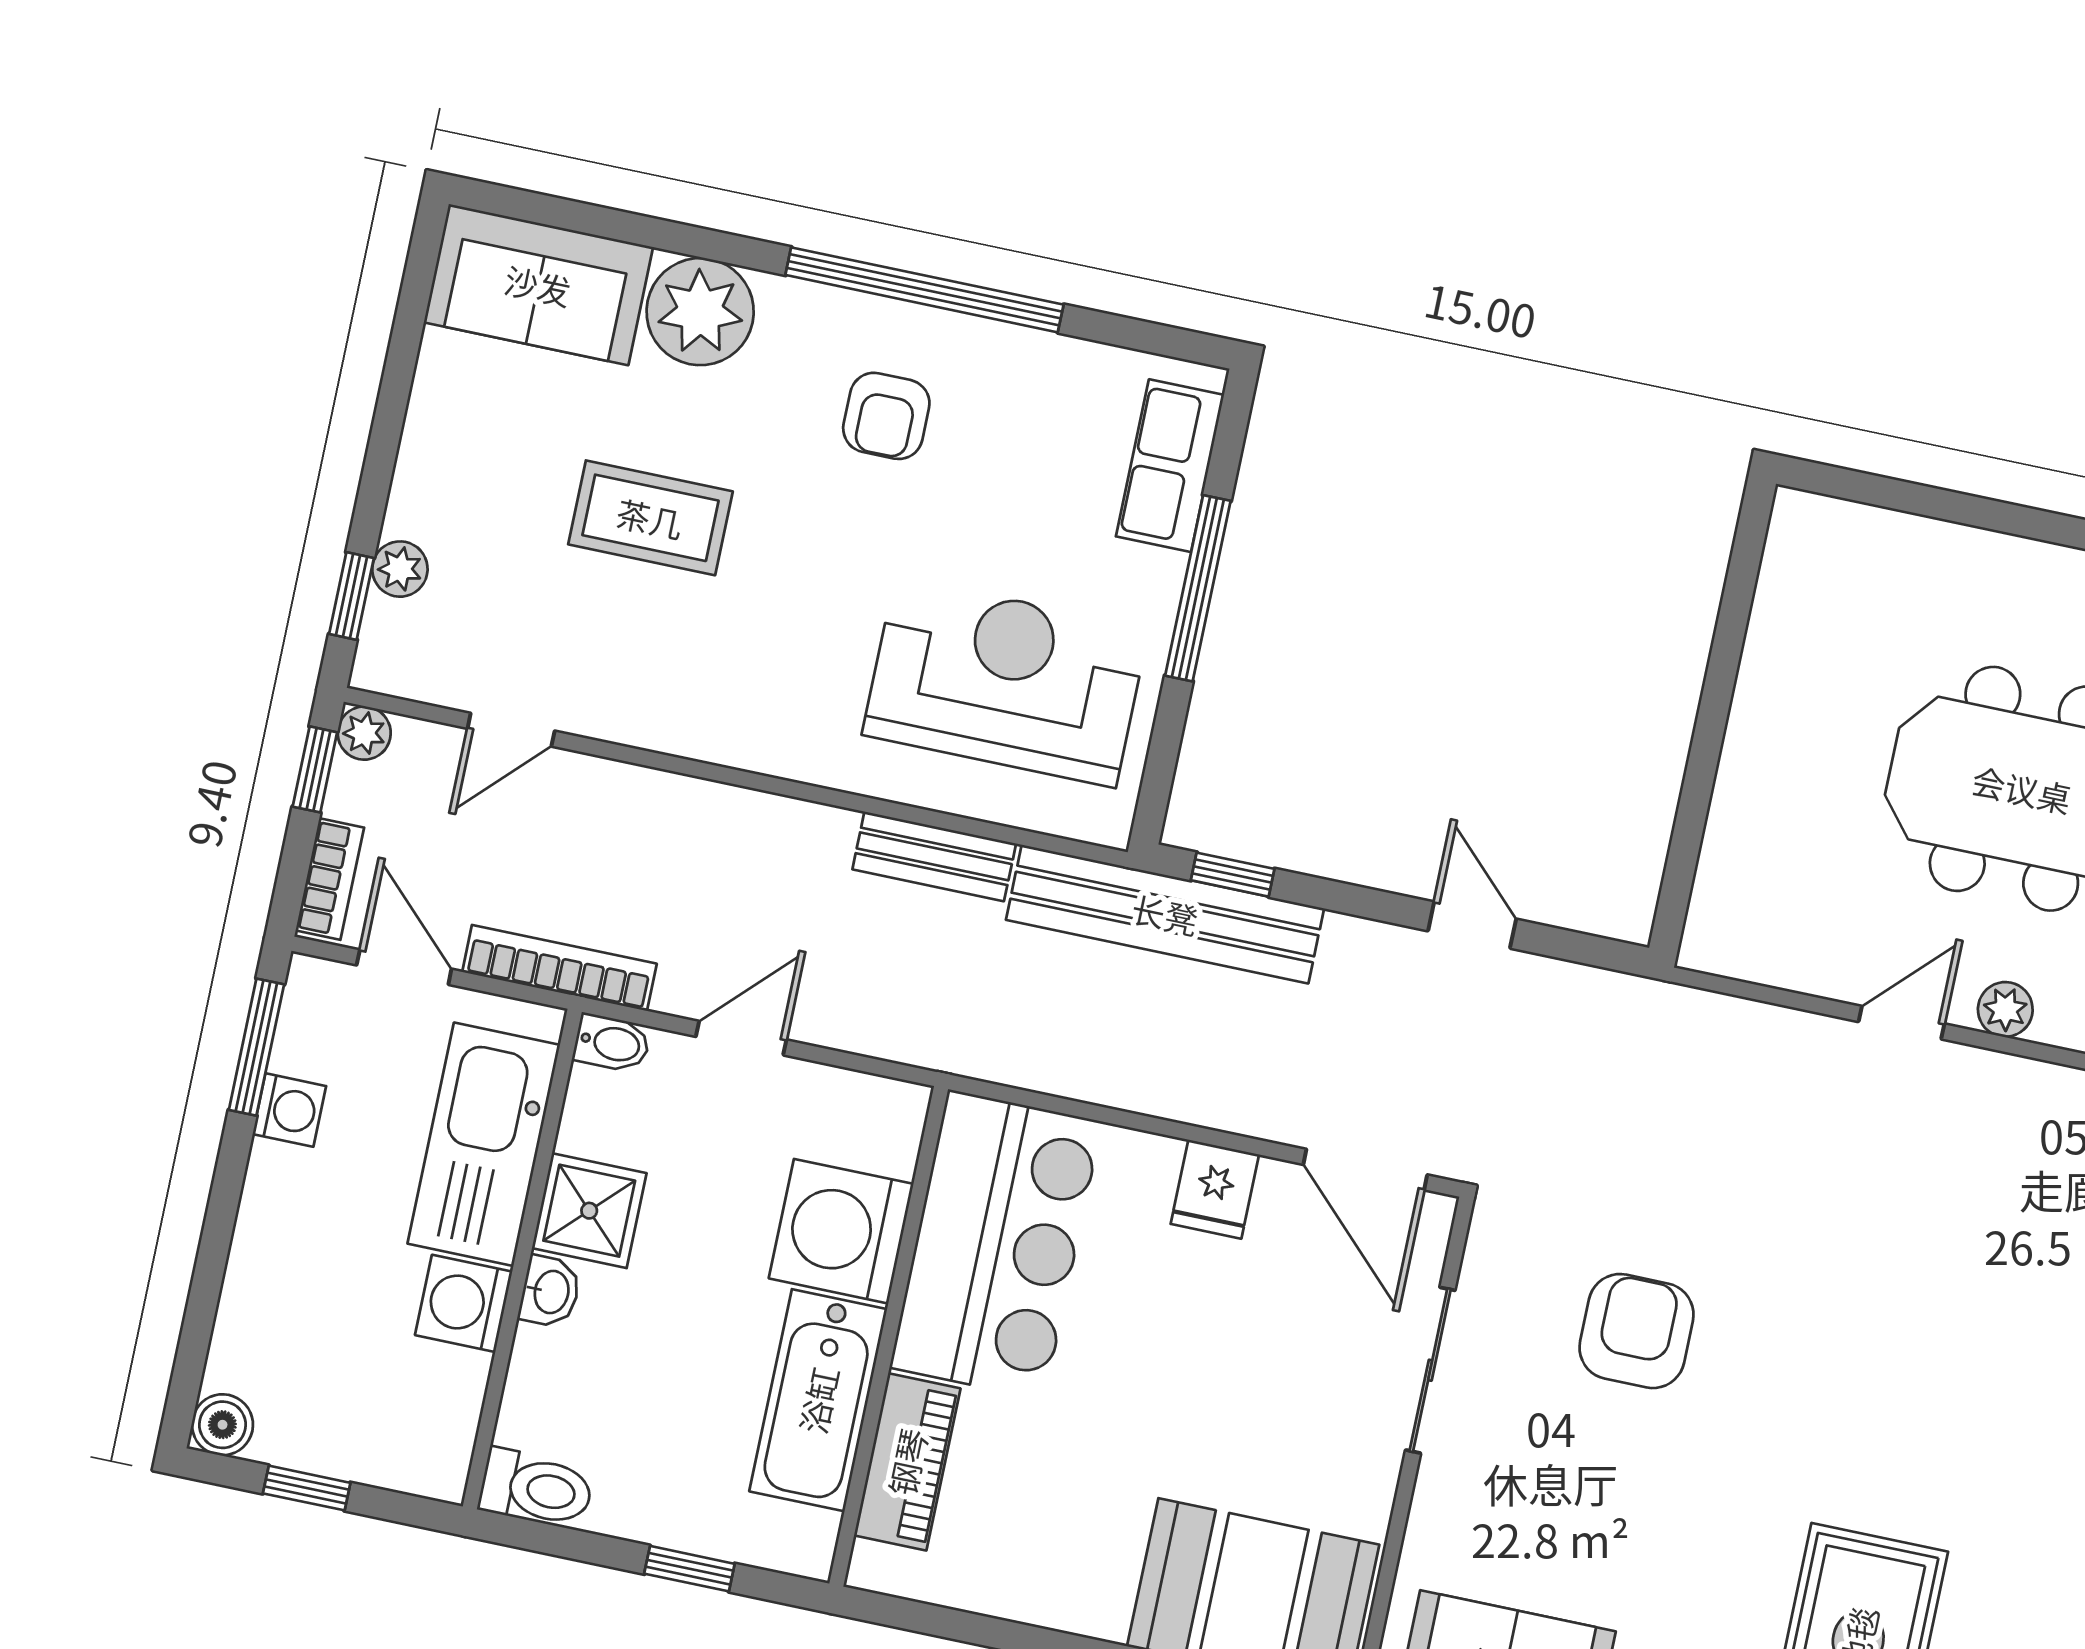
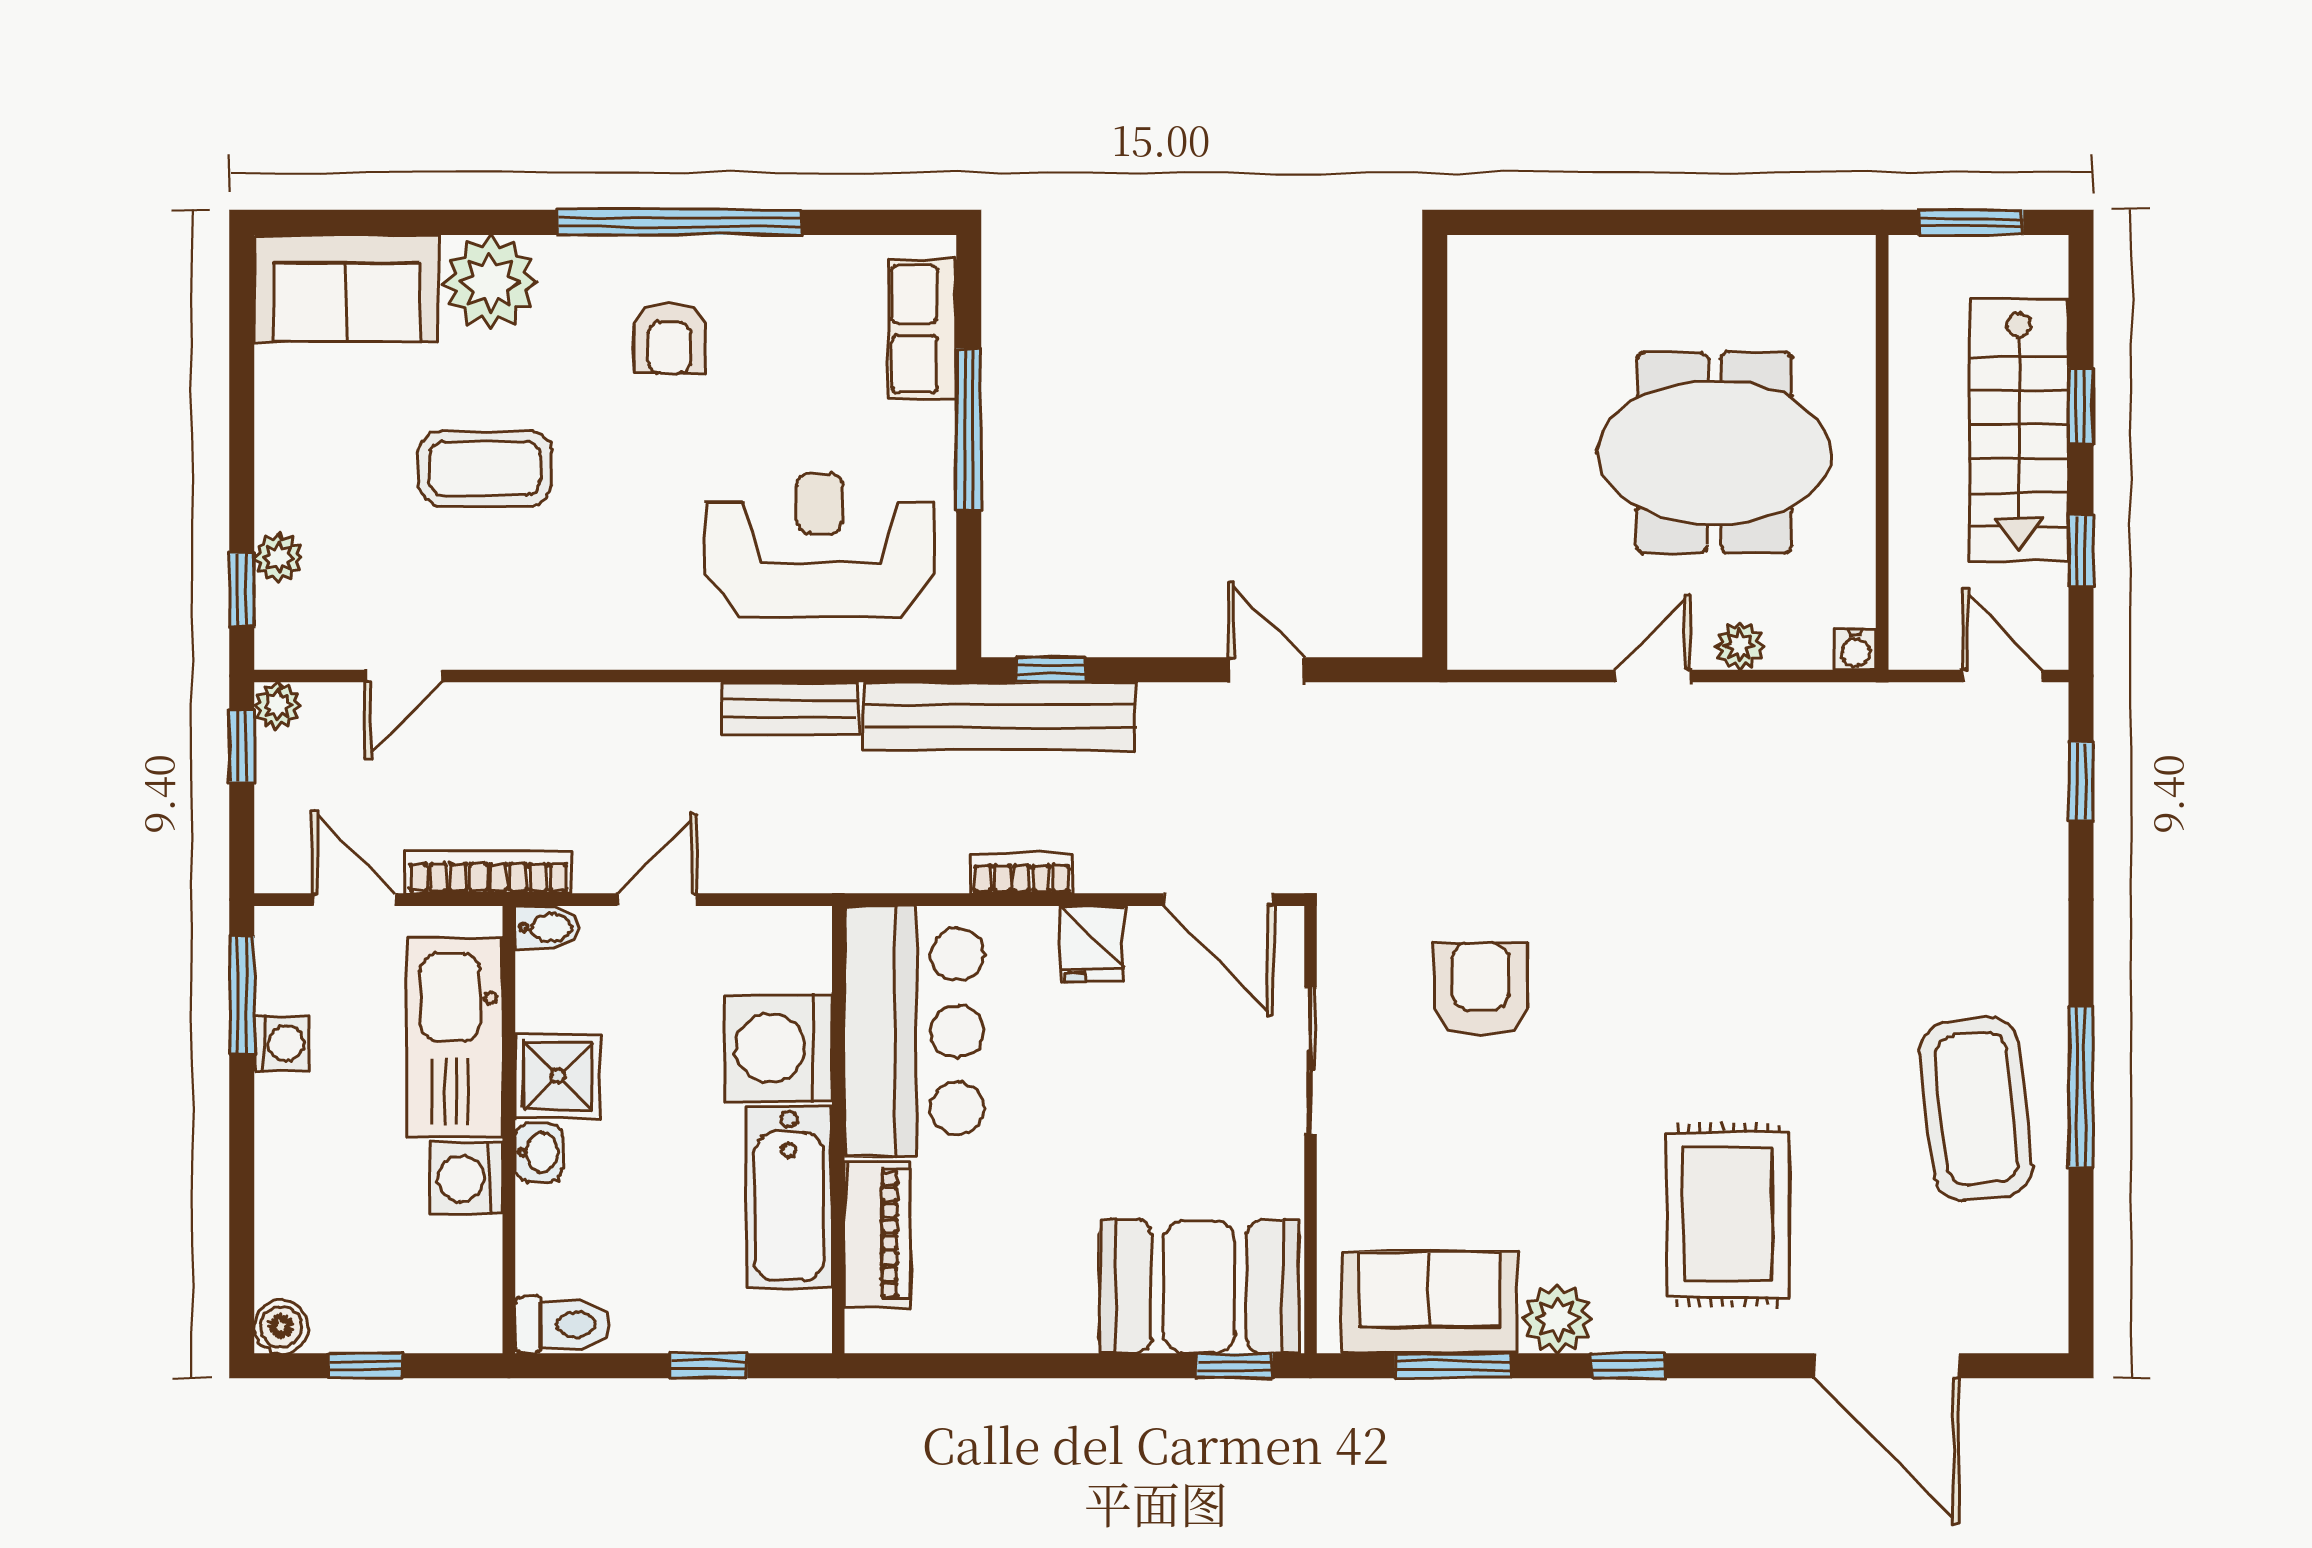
bookcase: (330, 879) -> (1022, 873), moved, turned -90

